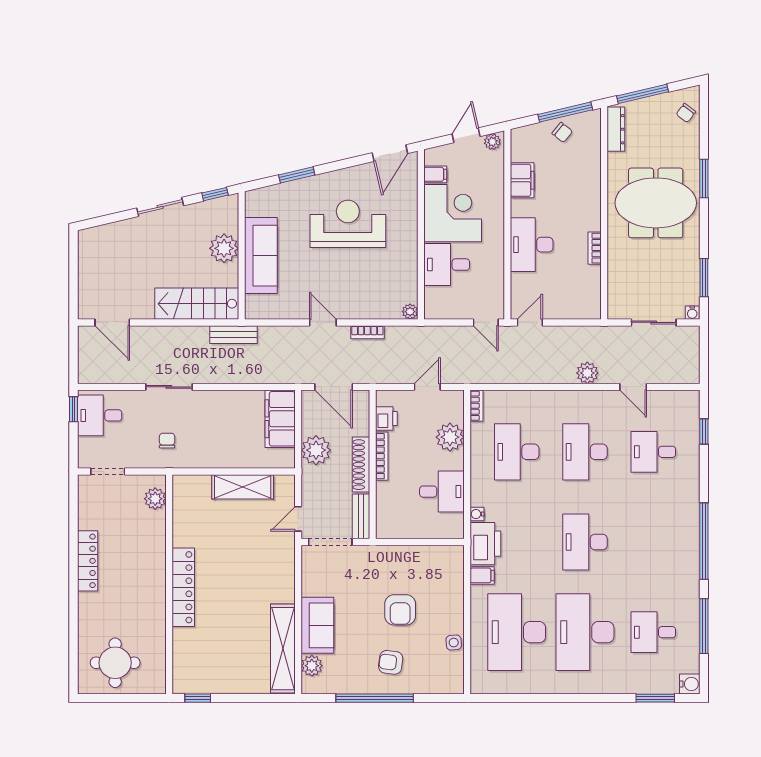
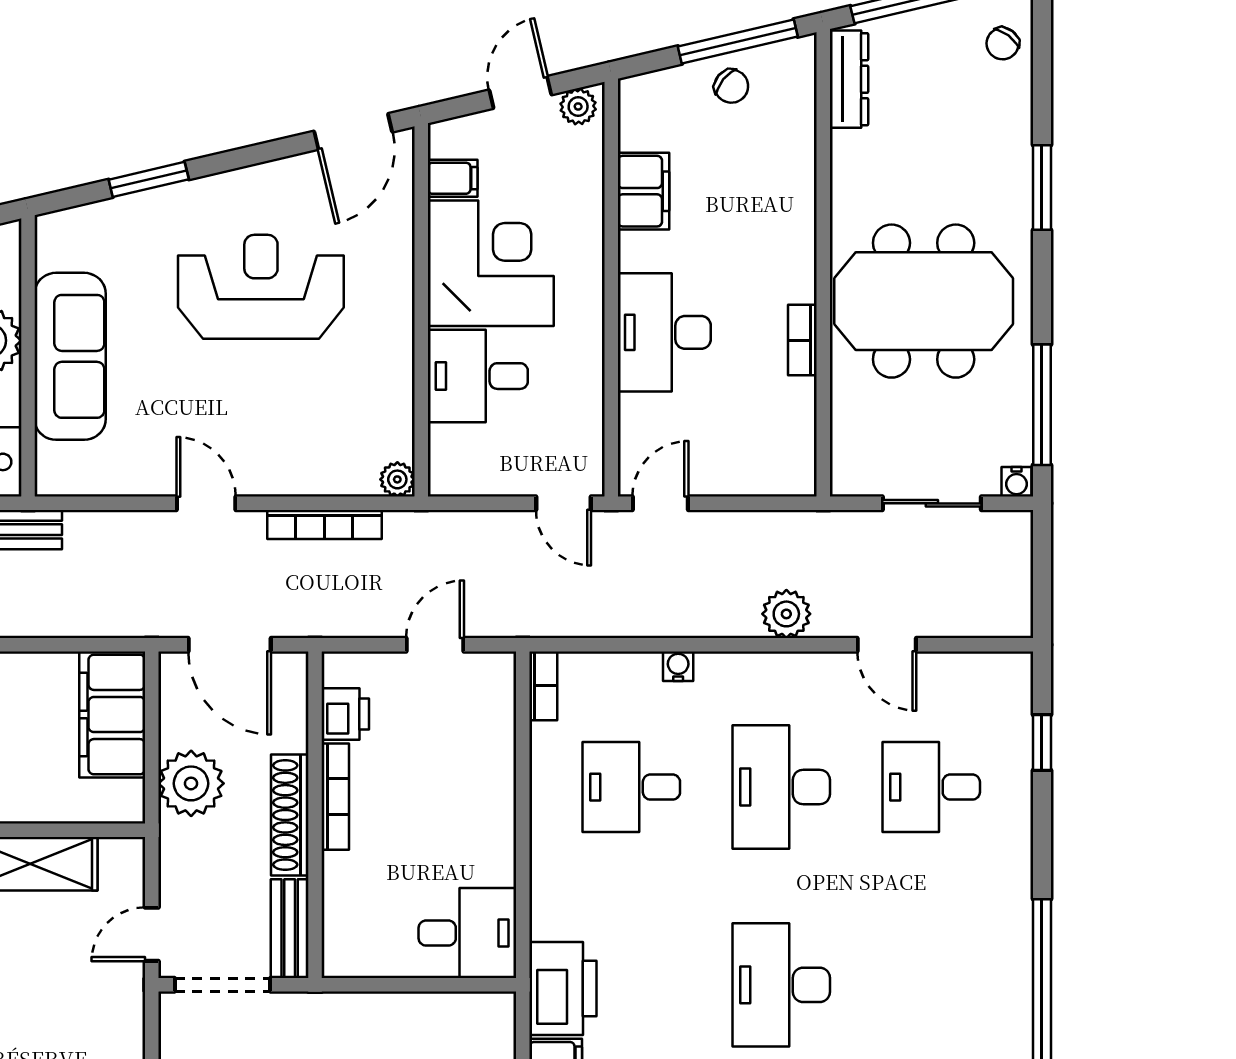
meeting table: (656, 203) -> (924, 301), moved
window: (704, 278) -> (1042, 405), width x1.44
bookcase: (367, 332) -> (324, 525), width x1.56
plant: (450, 437) -> (485, 755), removed
desk: (517, 452) -> (631, 787), width x0.73
desk: (442, 492) -> (467, 933), moved
water cooler: (477, 514) -> (678, 666), moved, turned 90

